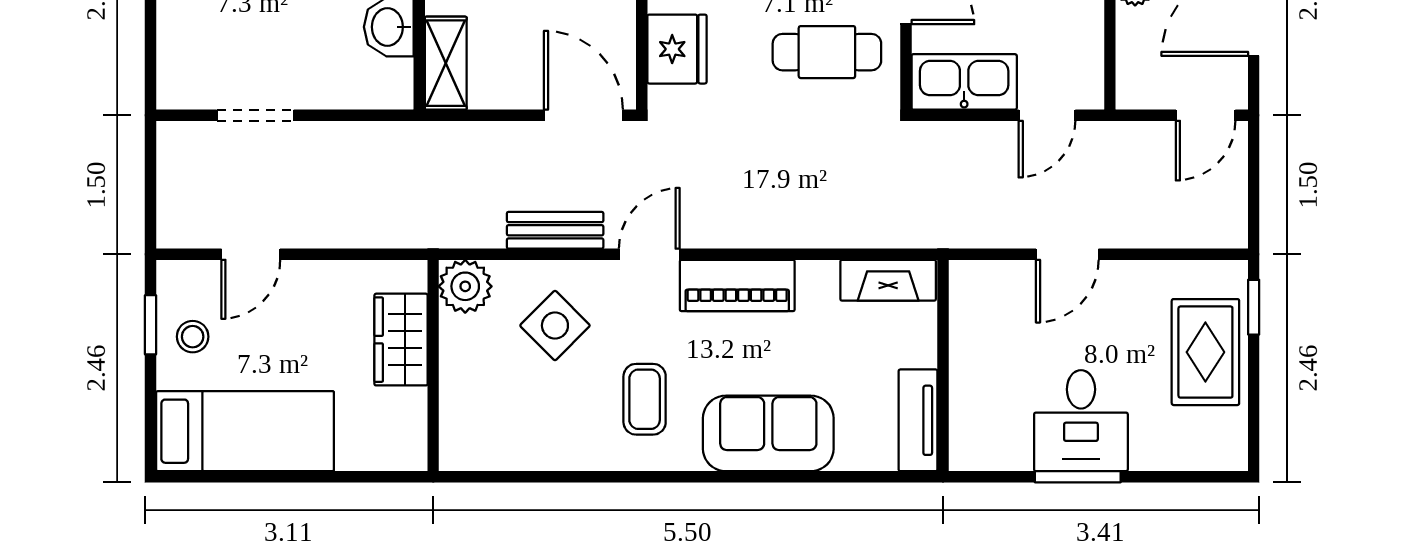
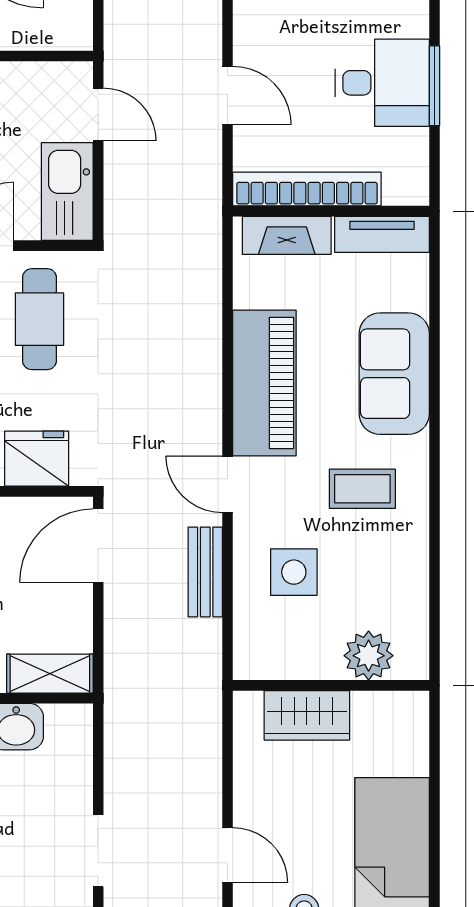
fireplace: (888, 280) -> (287, 235), moved, turned 90
plant: (465, 286) -> (369, 656), moved
piano: (737, 286) -> (264, 383), width x1.37, depth x1.33
side table: (555, 326) -> (294, 572), turned 45
bookcase: (967, 340) -> (307, 189), added

